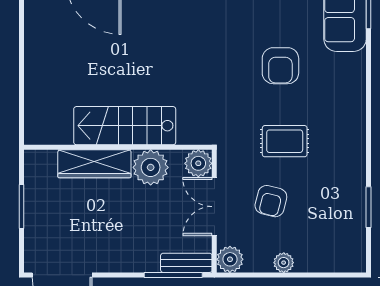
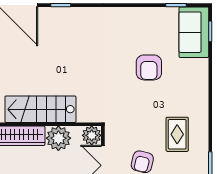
rug: (285, 141) -> (177, 134), moved, turned 90

